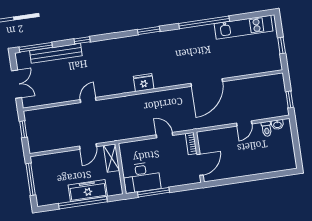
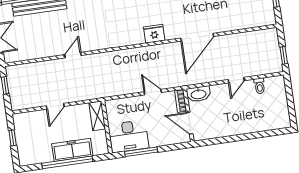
fridge: (144, 83) -> (154, 34), moved
washbasin: (277, 125) -> (198, 94), moved, width x1.91, depth x1.45
door: (88, 146) -> (55, 106), moved
door: (200, 165) -> (190, 123), swing flipped
window: (31, 179) -> (13, 138), width x0.46

